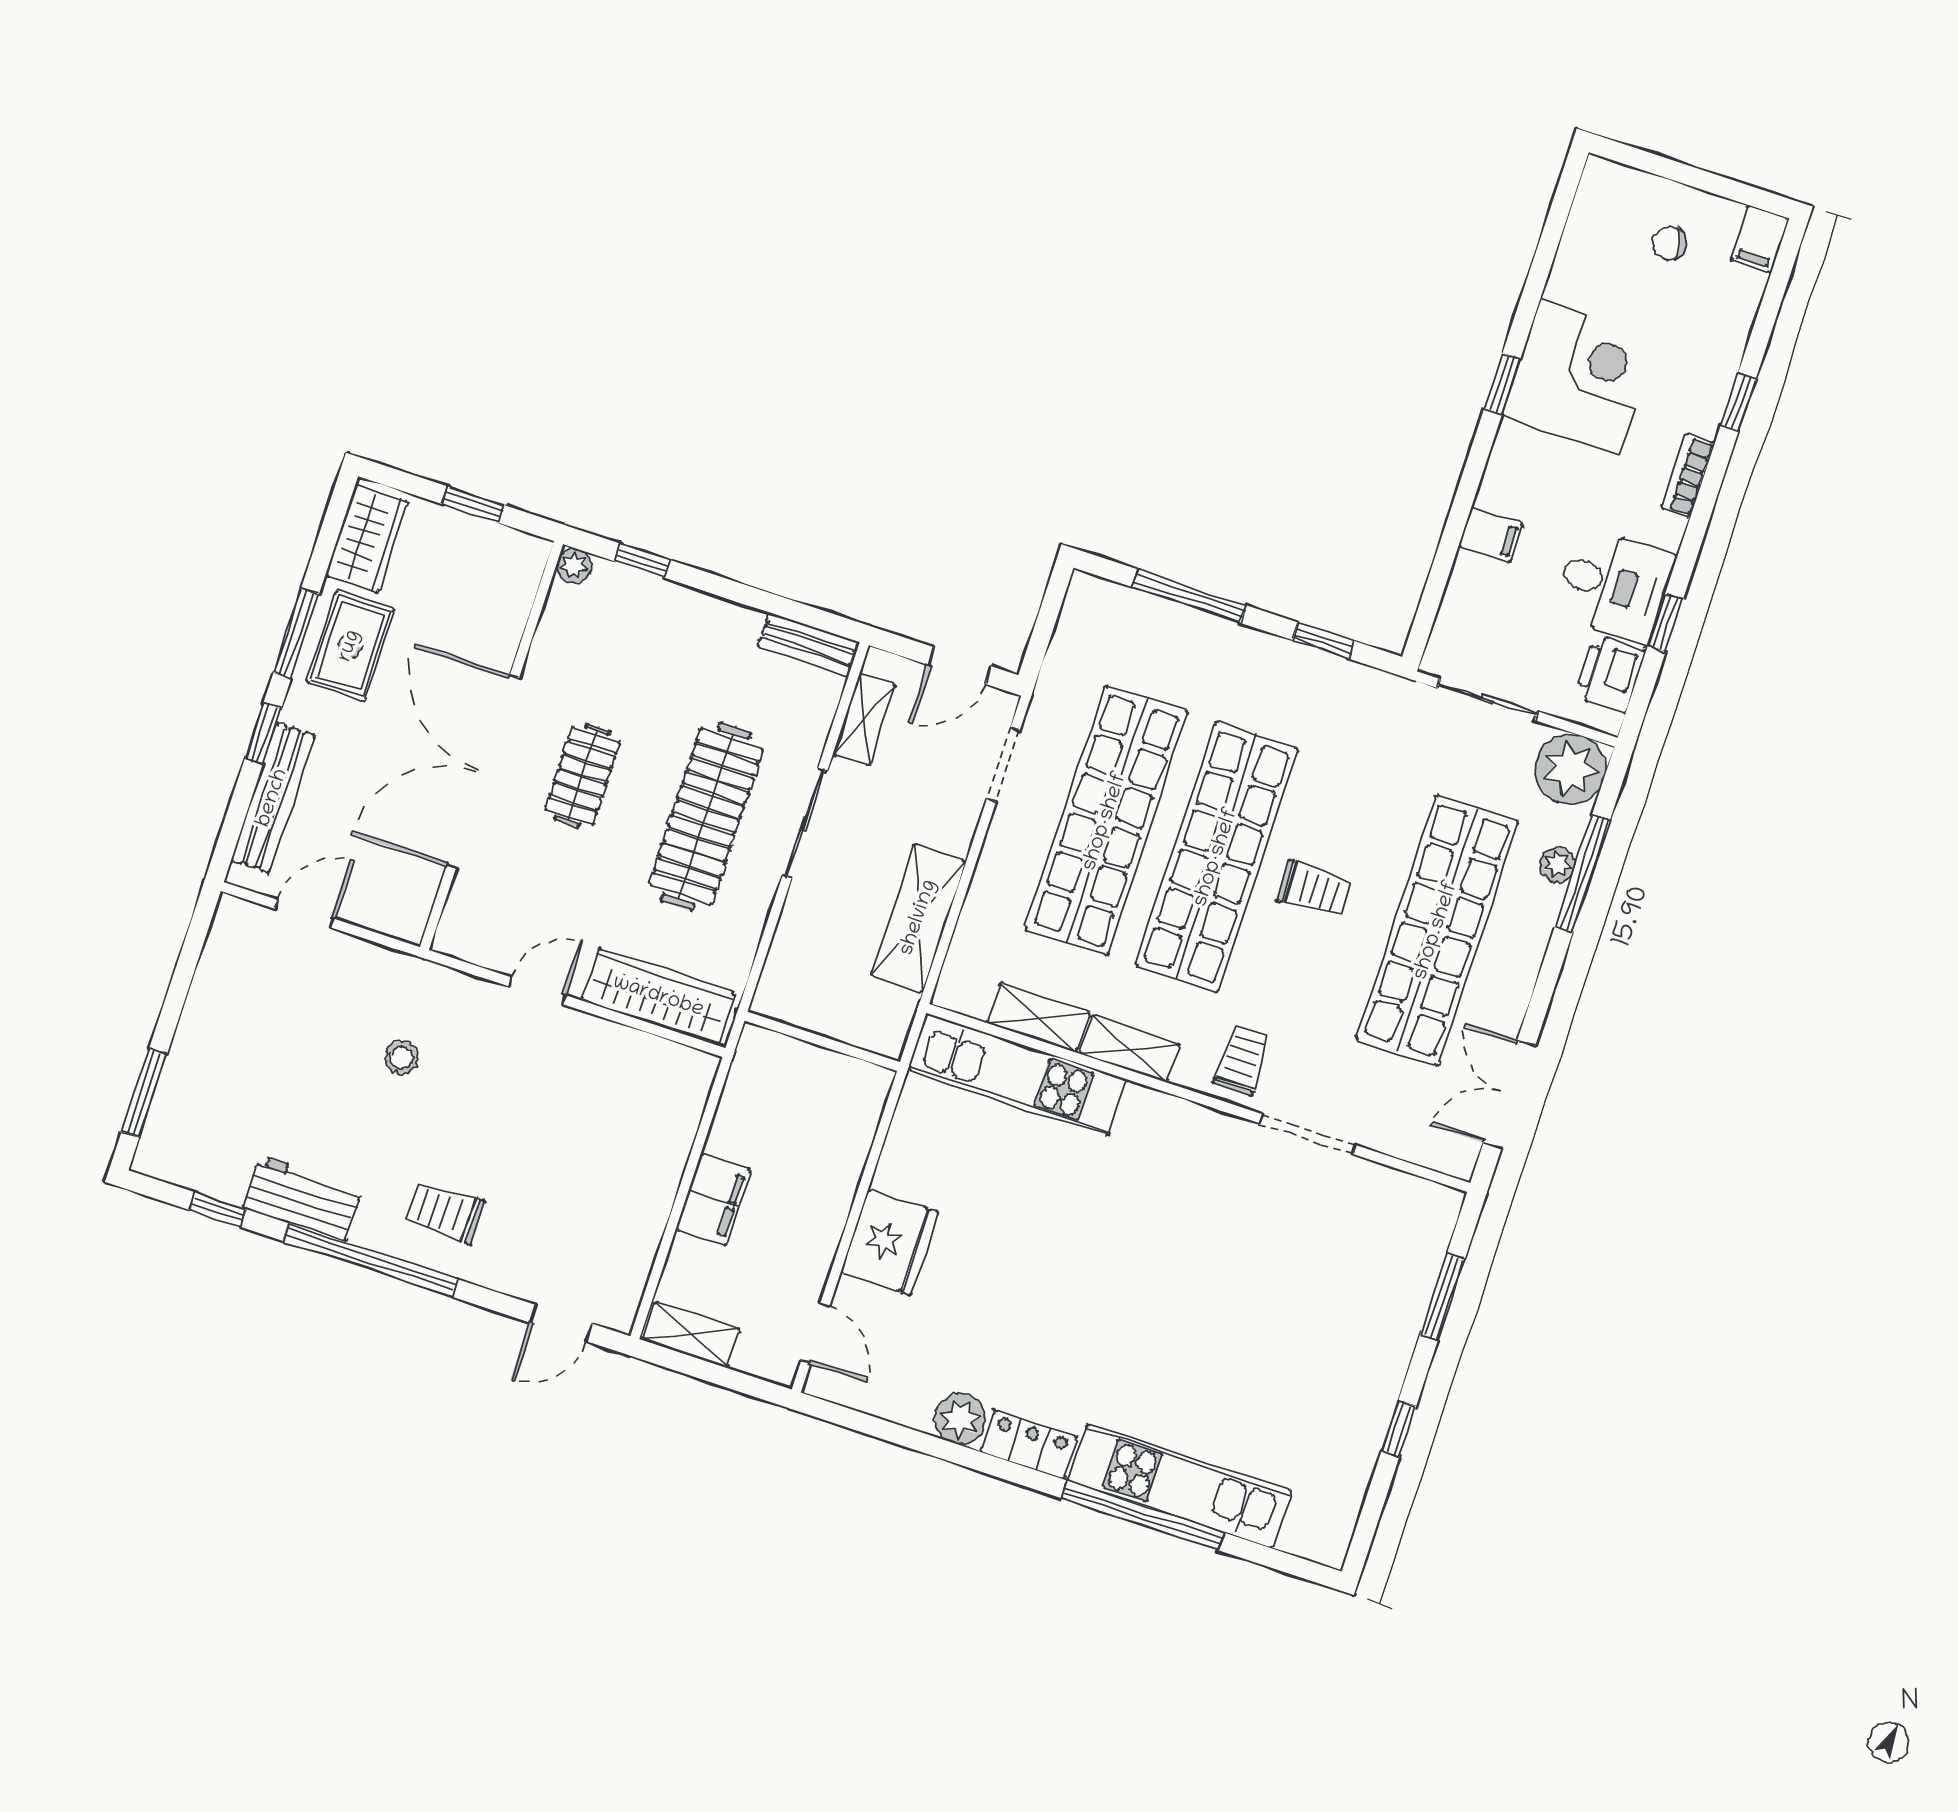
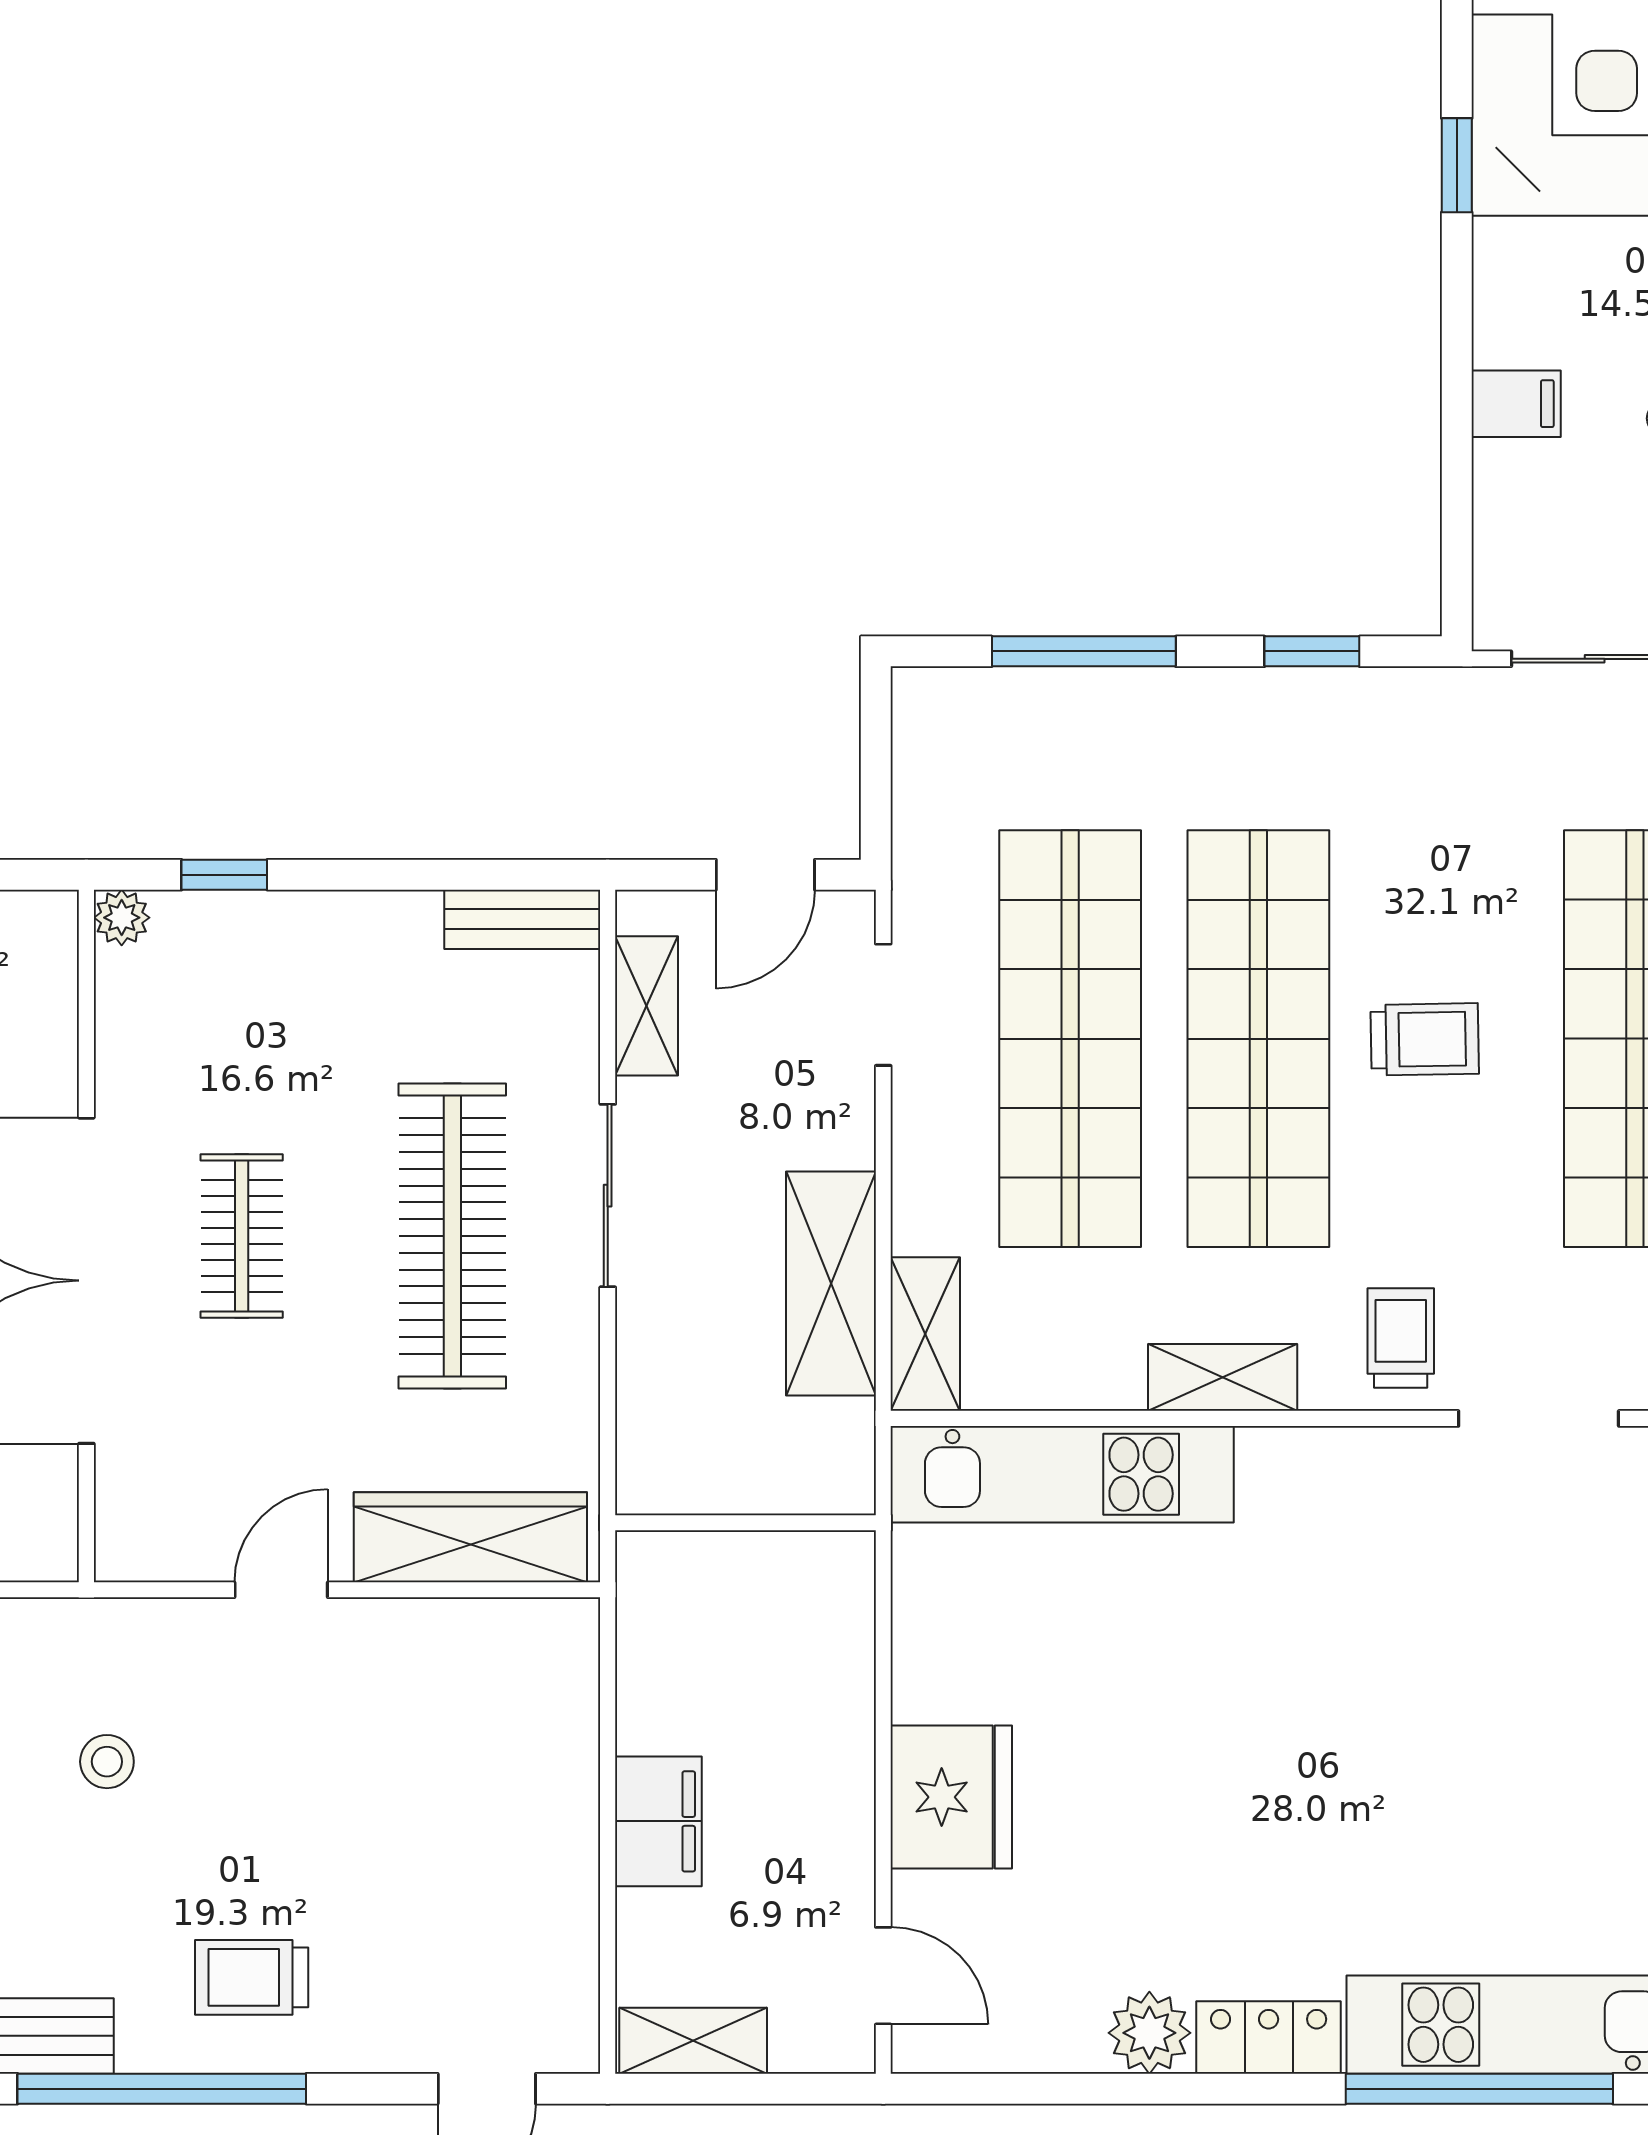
shelving: (1038, 1018) -> (925, 1334), moved, turned 90

